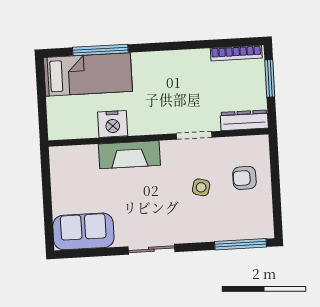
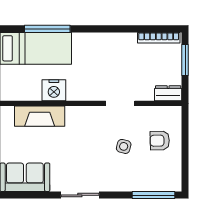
dresser: (244, 120) -> (168, 93), width x0.70
fireplace: (129, 155) -> (40, 116), moved

